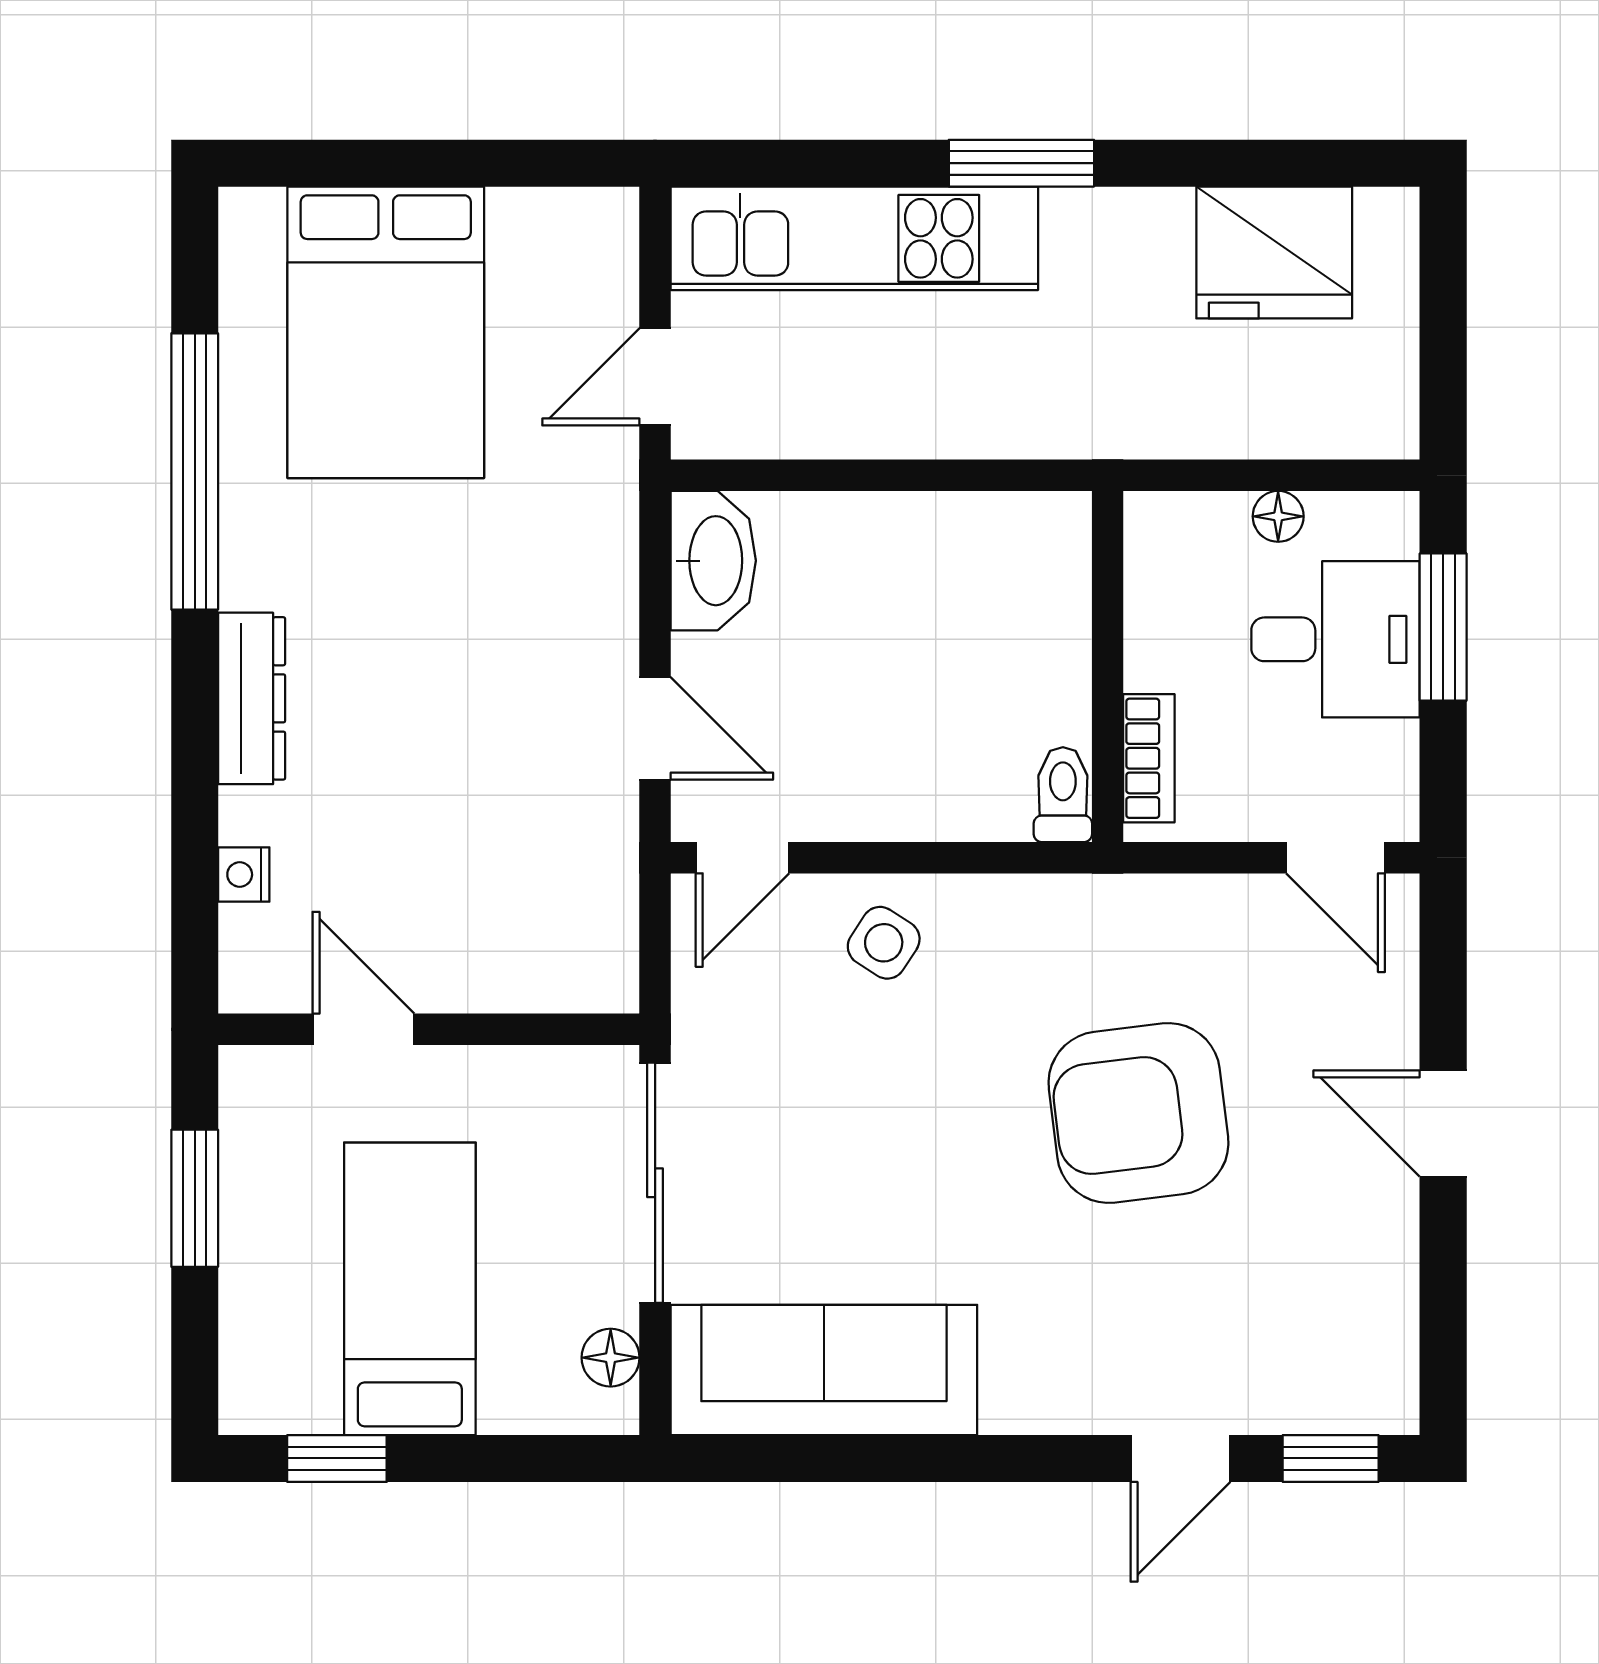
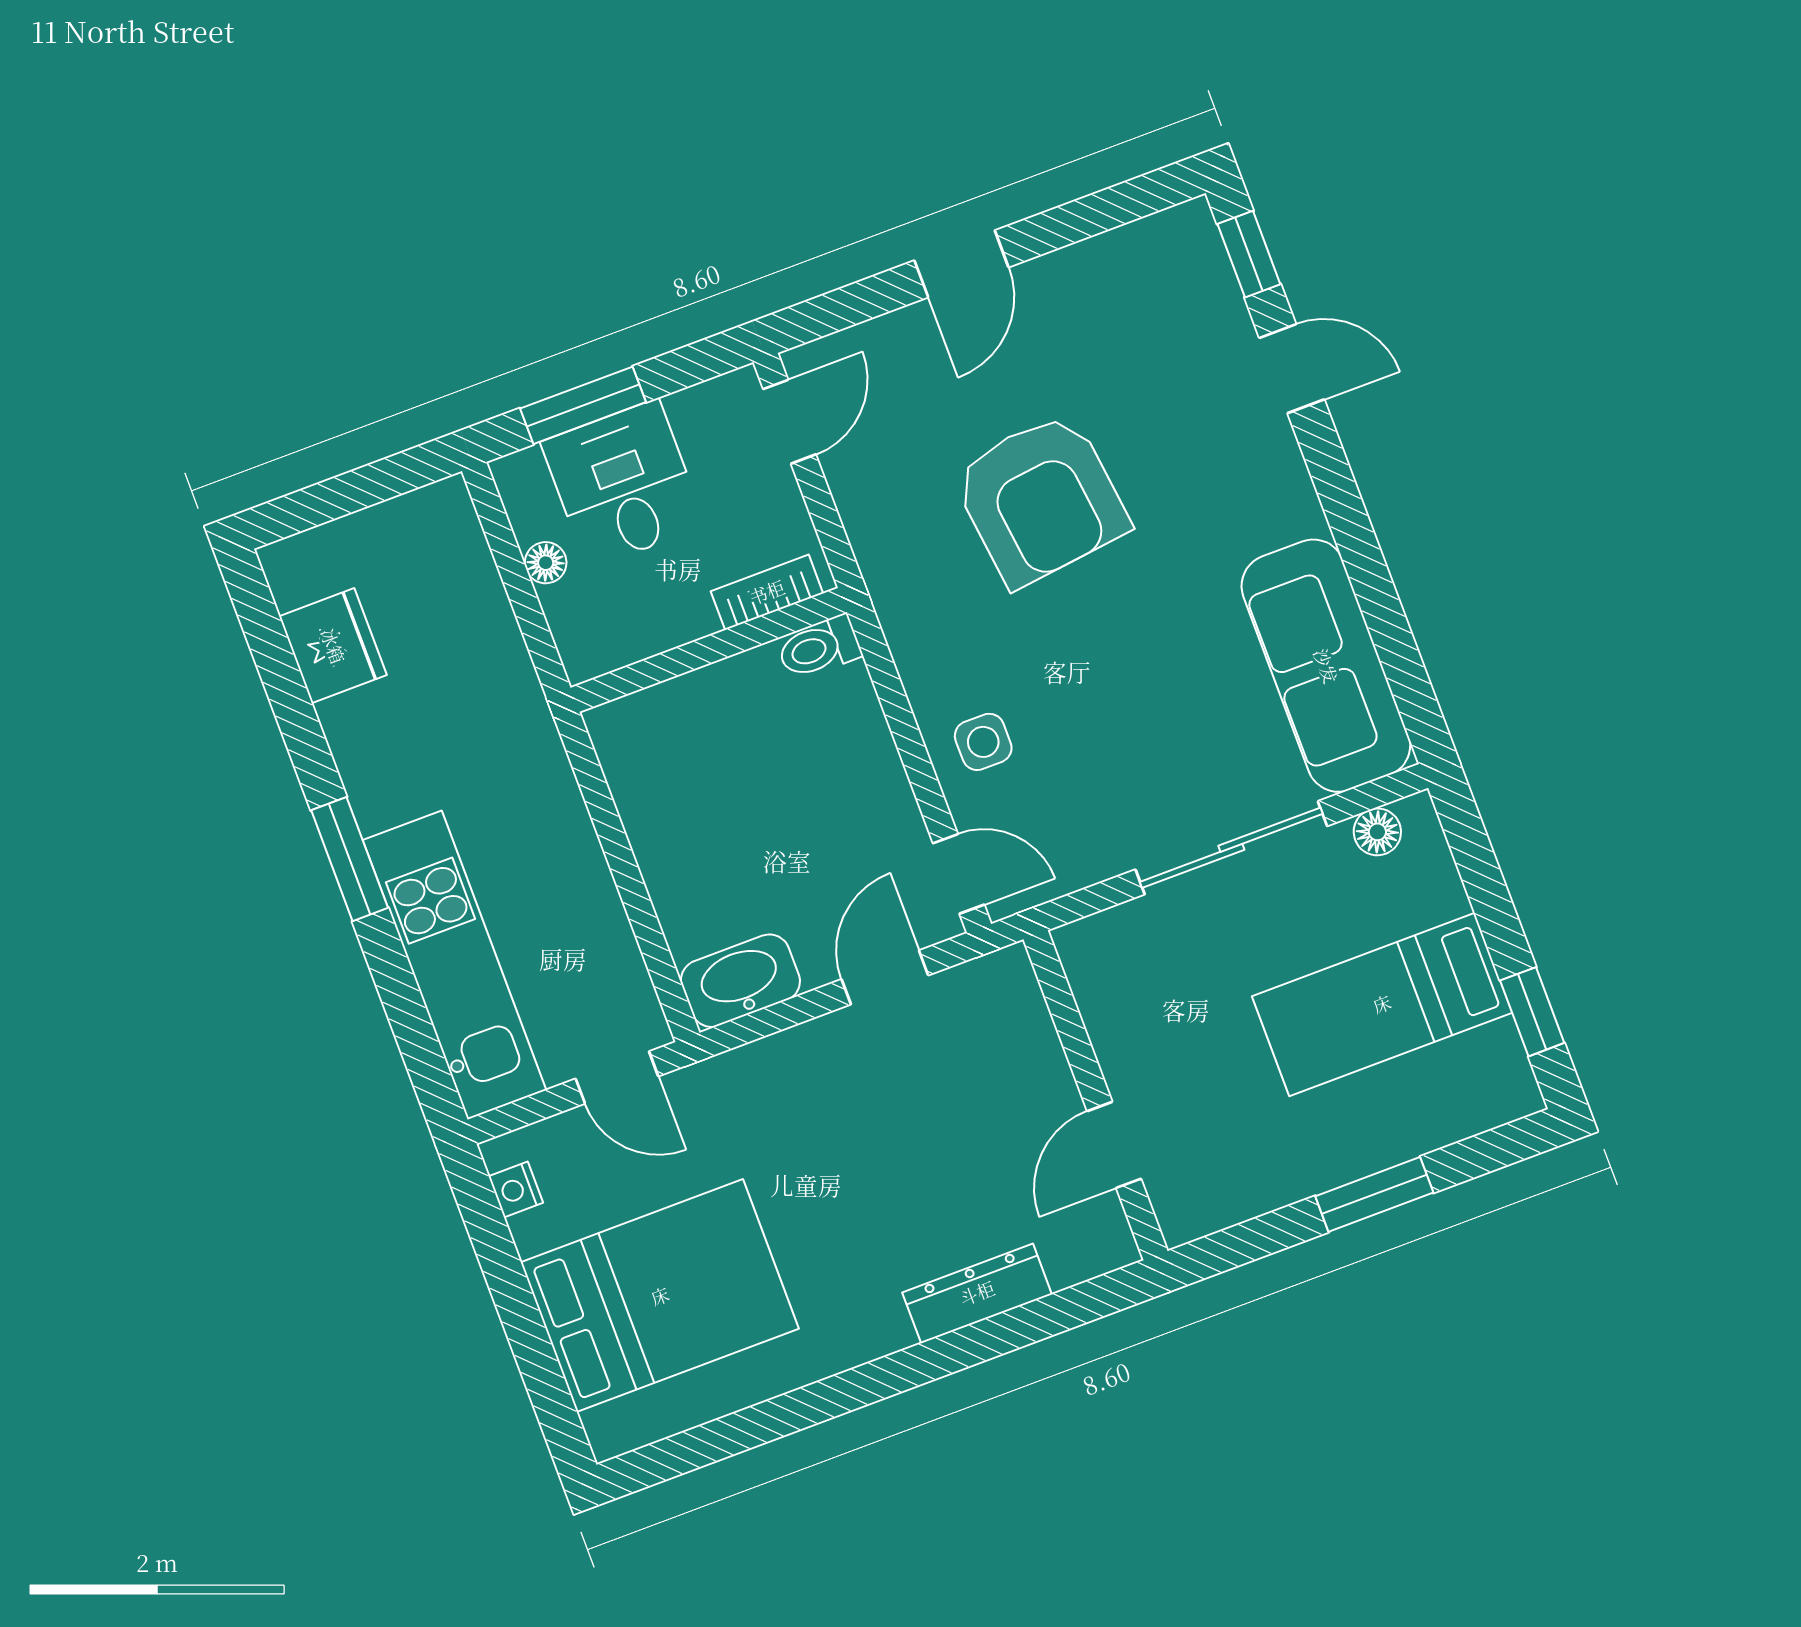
fridge: (1274, 253) -> (333, 646), width x0.73, depth x0.75
window: (195, 471) -> (820, 1402), removed
nightstand: (244, 875) -> (516, 1190), moved, turned 90
side table: (884, 943) -> (983, 742), turned -33
door: (364, 1029) -> (1114, 1145), moved
wall: (429, 1029) -> (1096, 1095), moved

